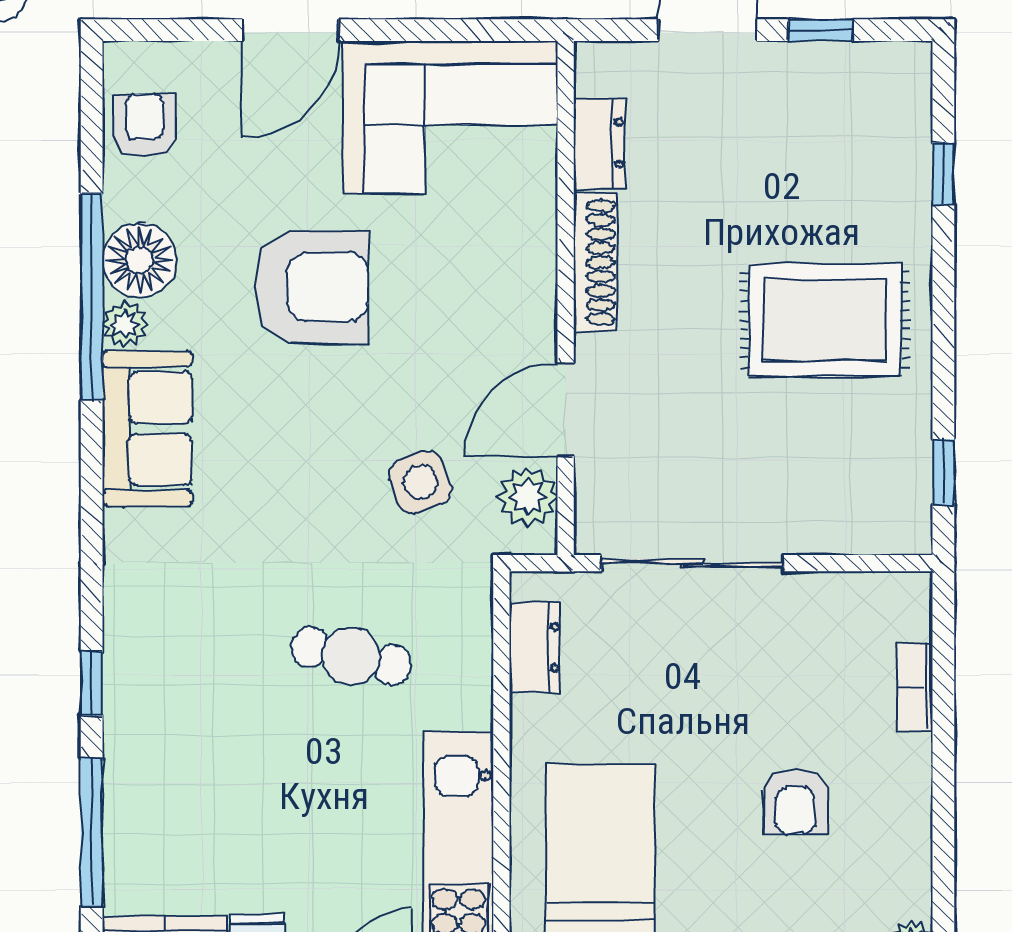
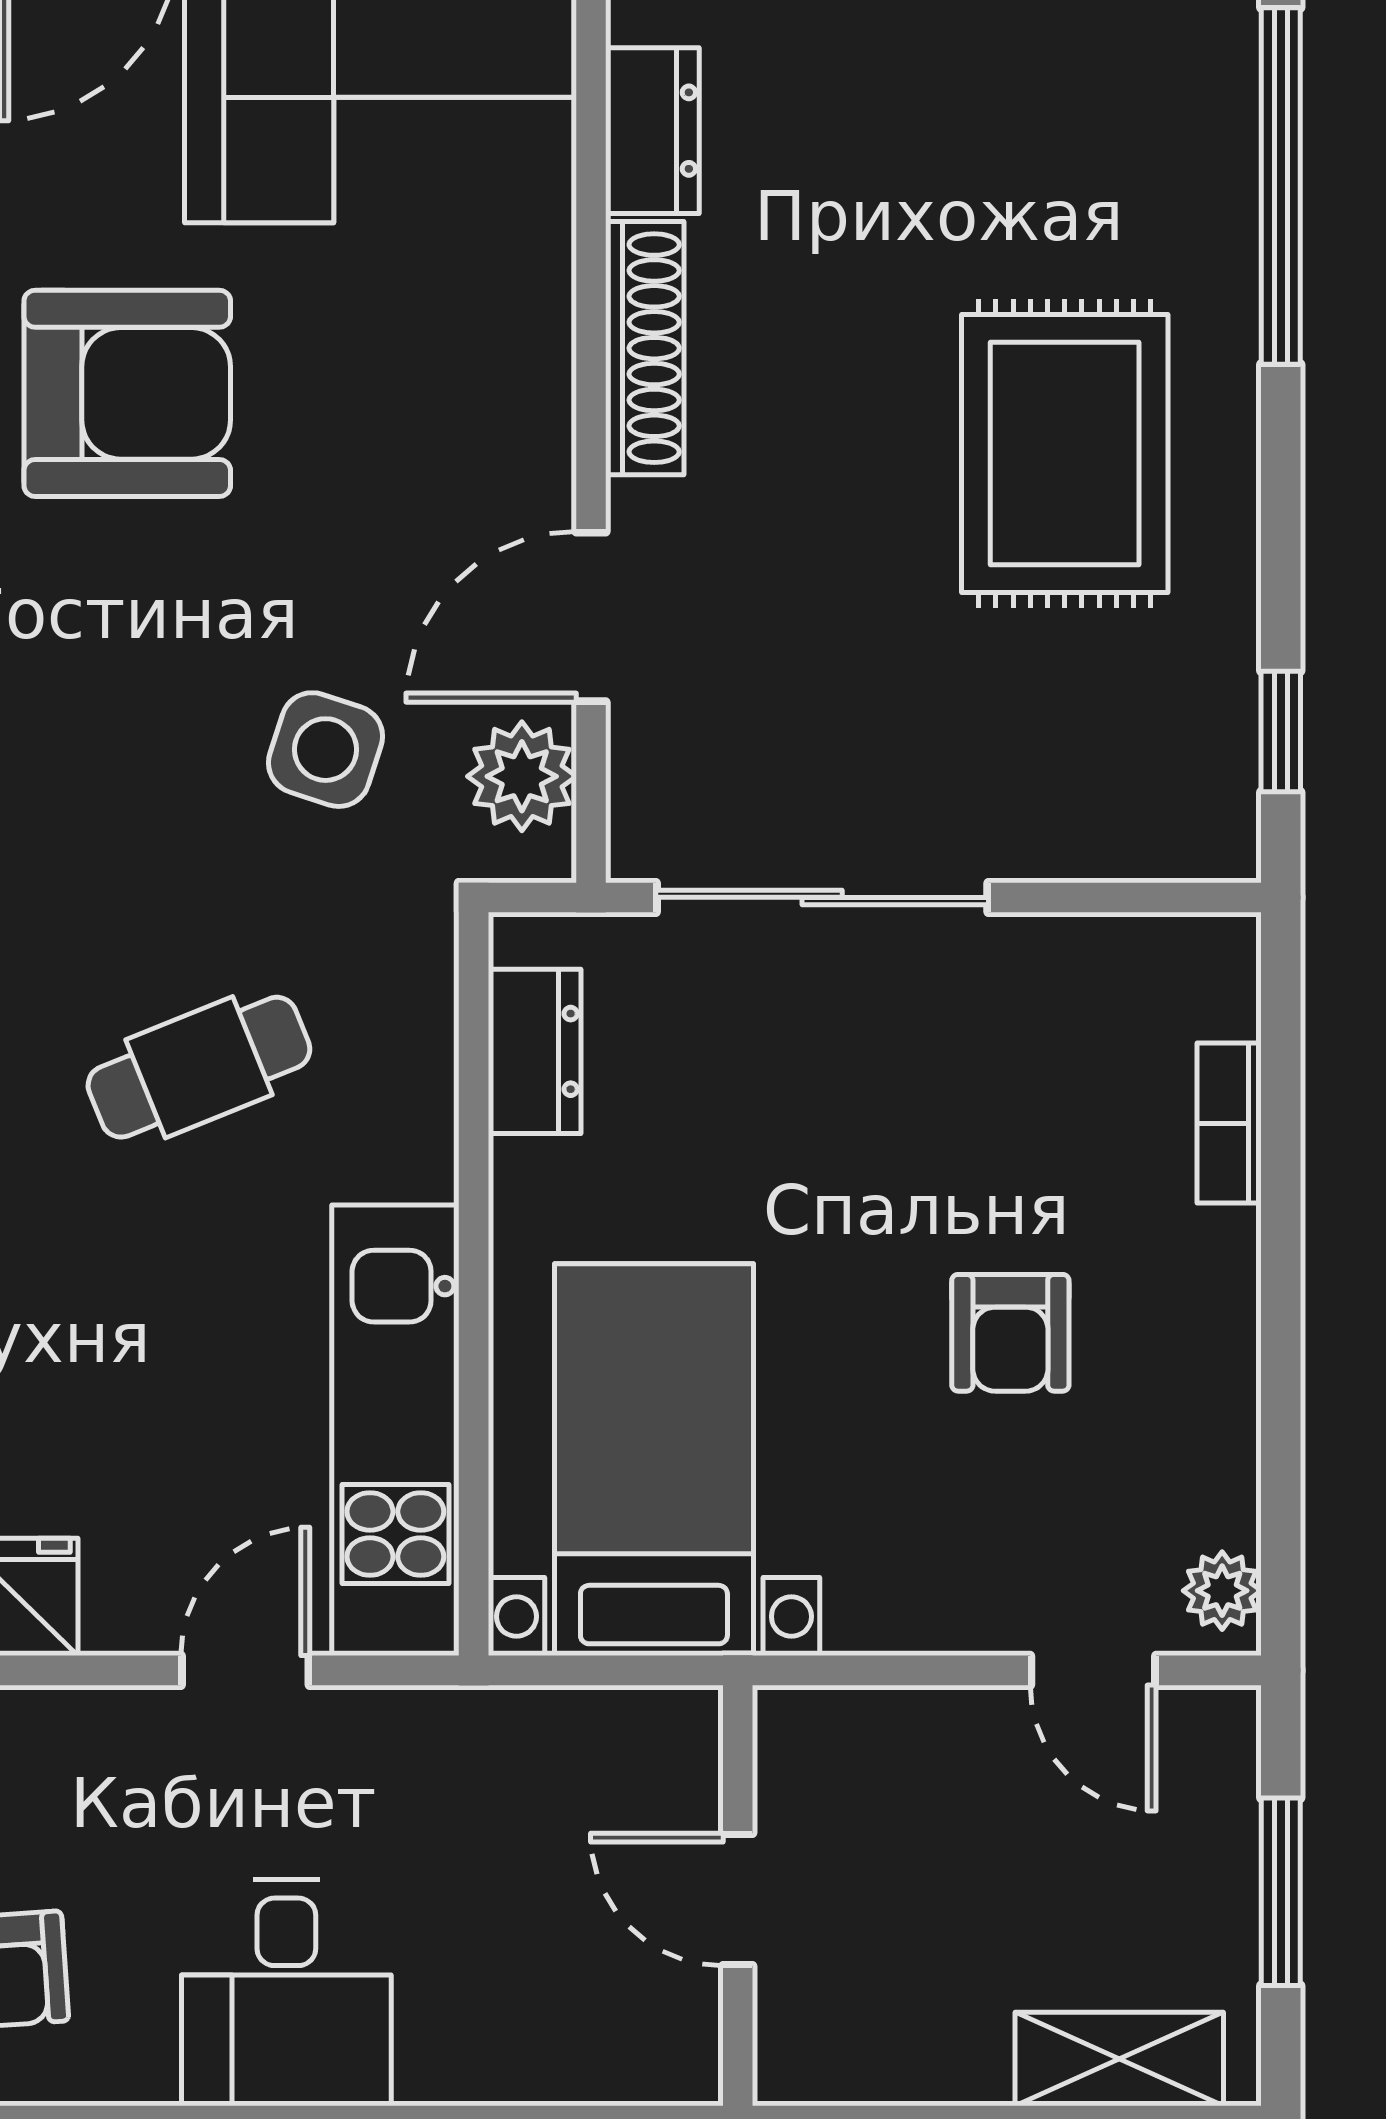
window: (943, 174) -> (1281, 186), width x3.17
rug: (825, 320) -> (1065, 453), turned 90
side table: (420, 482) -> (326, 750), turned 37
cafe table: (351, 656) -> (199, 1067), turned -34

